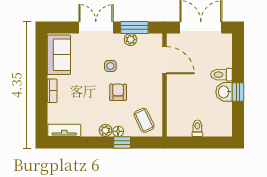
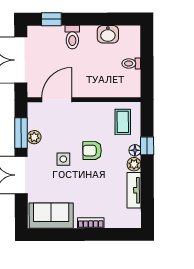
washbasin: (224, 92) -> (108, 34), moved
window: (238, 92) -> (51, 19), moved
coffee table: (144, 120) -> (123, 122), turned -65
tv unit: (64, 130) -> (134, 190), moved

